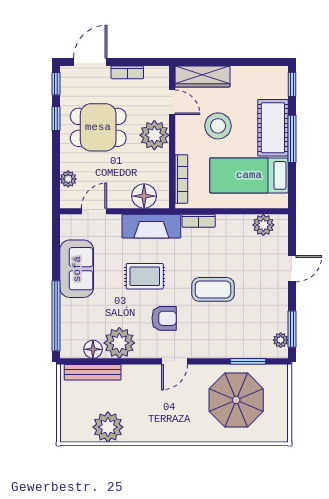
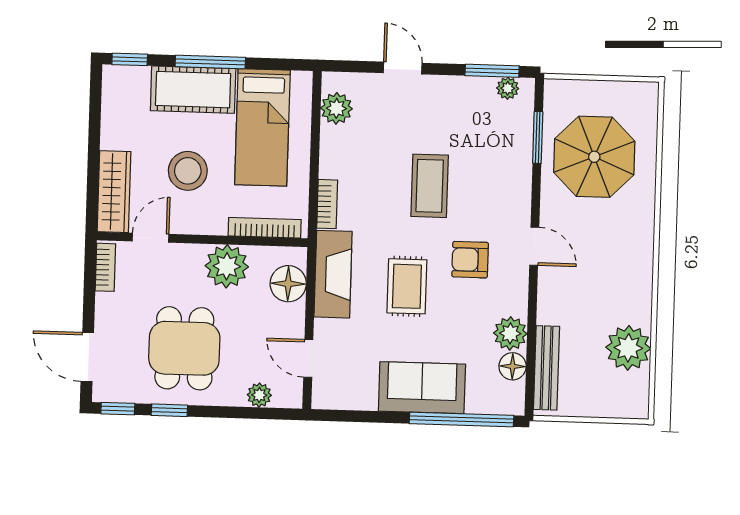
bookcase: (127, 72) -> (105, 267), moved
plant: (154, 135) -> (227, 266), moved
sofa: (77, 269) -> (422, 388), moved
armchair: (164, 318) -> (470, 260), turned -90
plant: (119, 343) -> (510, 333), width x0.73, depth x0.73

